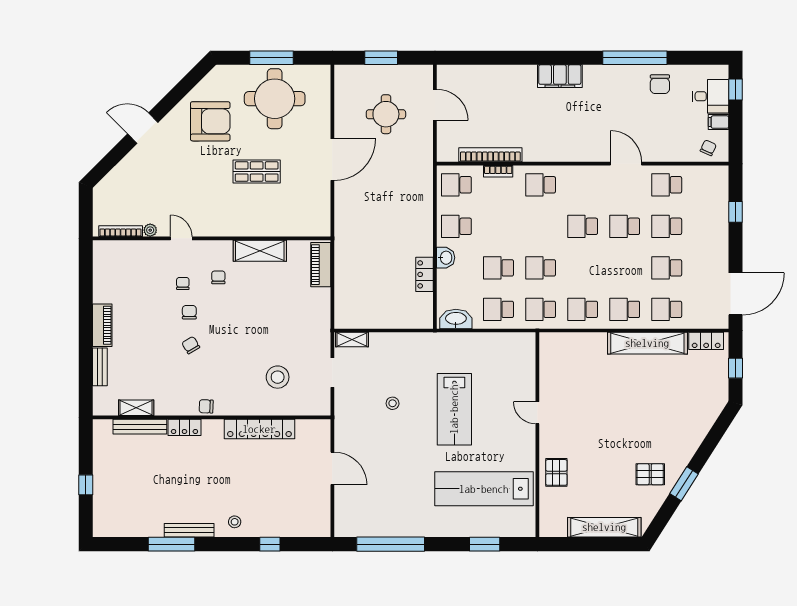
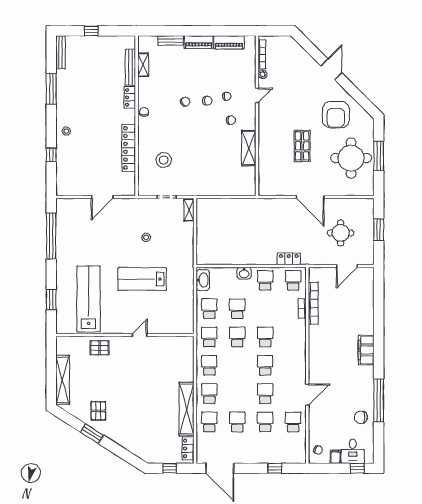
school desk: (541, 185) -> (265, 337), moved
piano: (321, 265) -> (229, 42), moved, turned 180
locker: (425, 274) -> (289, 259), moved
bench: (189, 530) -> (61, 52), moved

